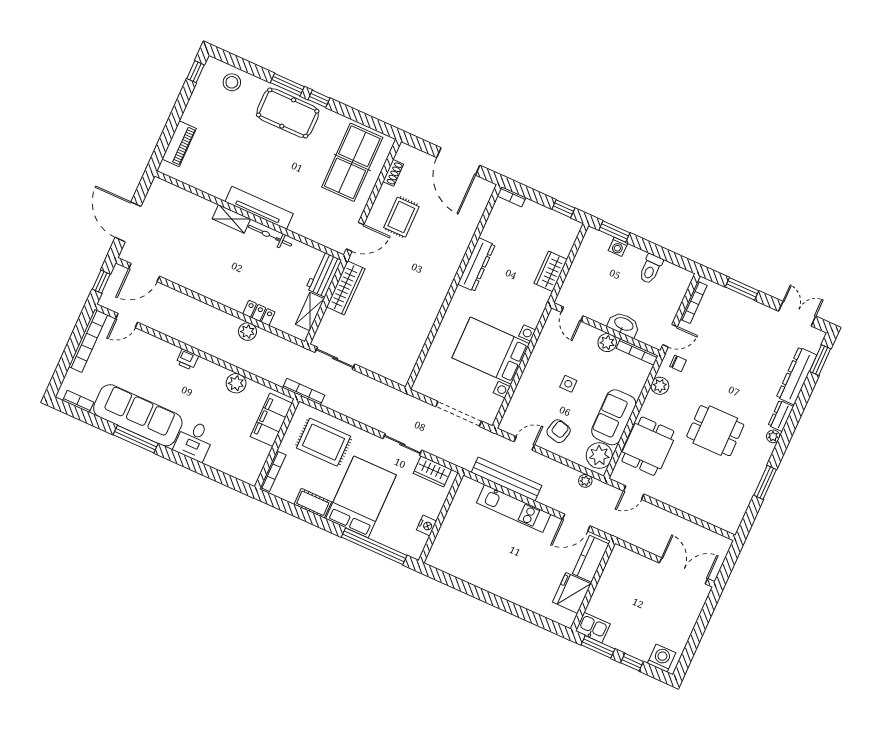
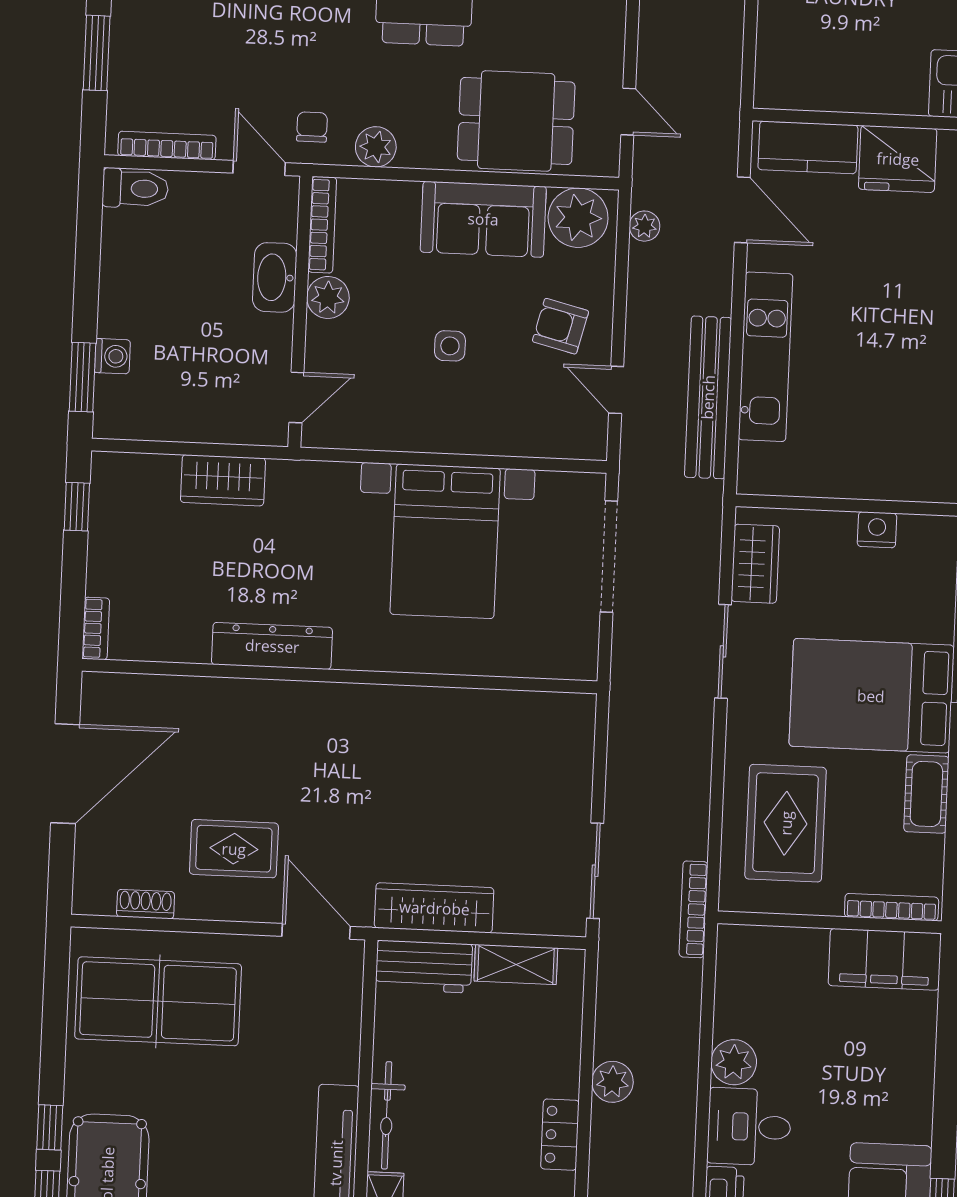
toilet: (651, 269) -> (135, 188), moved
locker: (259, 313) -> (560, 1135), moved
filing cabinet: (271, 420) -> (885, 959), moved
desk: (194, 441) -> (749, 1127), moved, turned 180

